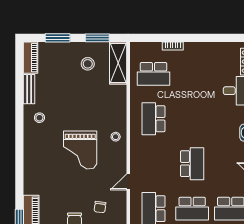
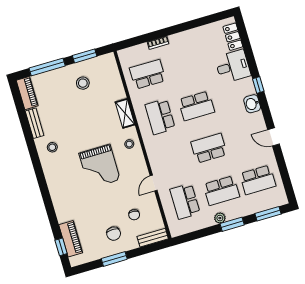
window: (58, 38) -> (47, 67), width x1.44
shelving: (118, 63) -> (125, 113), moved, width x0.67, depth x0.75
school desk: (154, 74) -> (148, 74), turned 180
school desk: (192, 119) -> (196, 106), added
school desk: (192, 164) -> (209, 148), turned -90

